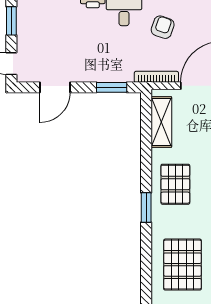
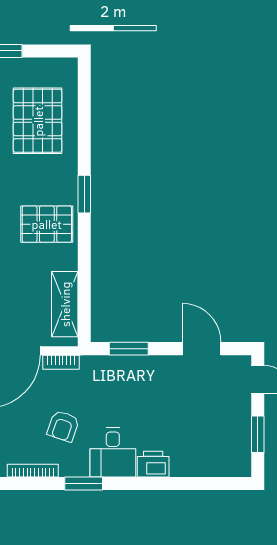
bookcase: (156, 77) -> (61, 362), width x0.64
door: (55, 87) -> (202, 349), hinge flipped
pallet: (175, 184) -> (47, 224), turned 90

